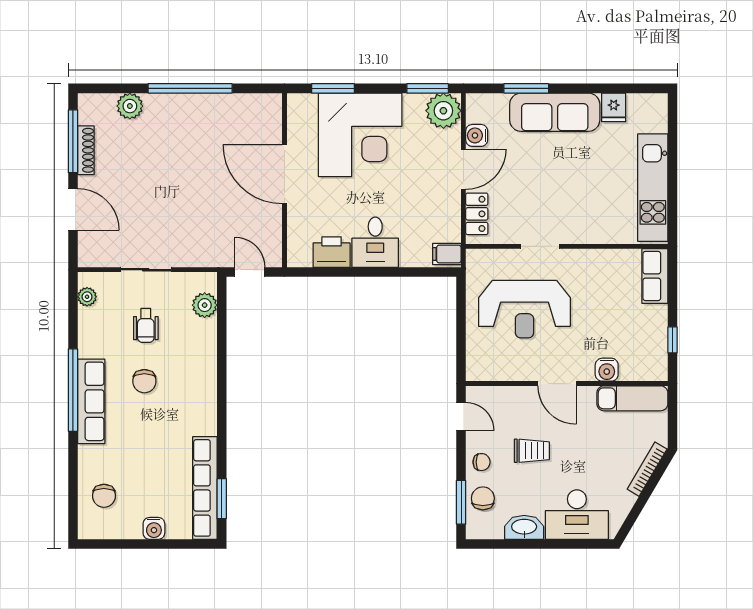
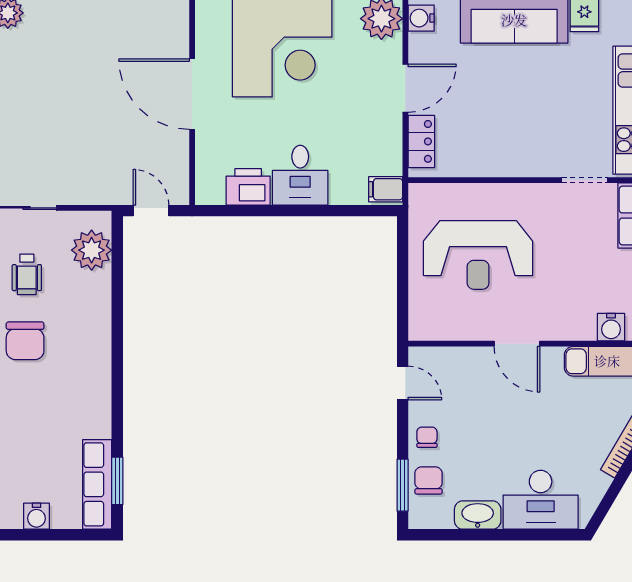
water cooler: (477, 135) -> (421, 18), moved
doorway: (540, 246) -> (585, 180), moved
plant: (205, 305) -> (92, 250), width x1.36, depth x1.36
water cooler: (607, 370) -> (611, 327), moved
chair: (144, 381) -> (25, 341), width x1.37, depth x1.37
trolley: (532, 451) -> (487, 424), removed
chair: (482, 462) -> (427, 437), turned -90
row of seats: (205, 488) -> (97, 484), width x0.73

